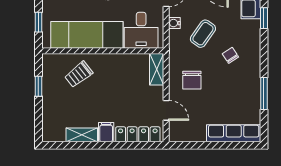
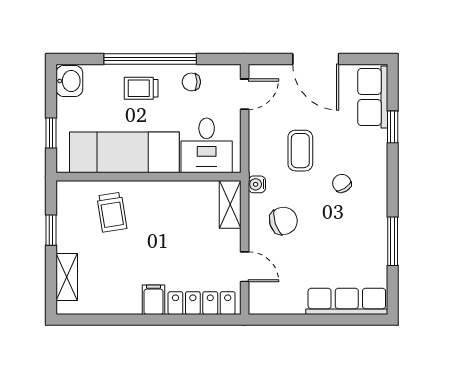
water cooler: (174, 23) -> (257, 184), moved
coffee table: (203, 34) -> (300, 151), turned -35
trolley: (79, 74) -> (112, 212), turned -61
chair: (192, 80) -> (283, 221), turned -108
shelving: (82, 135) -> (67, 277), moved, turned 90

